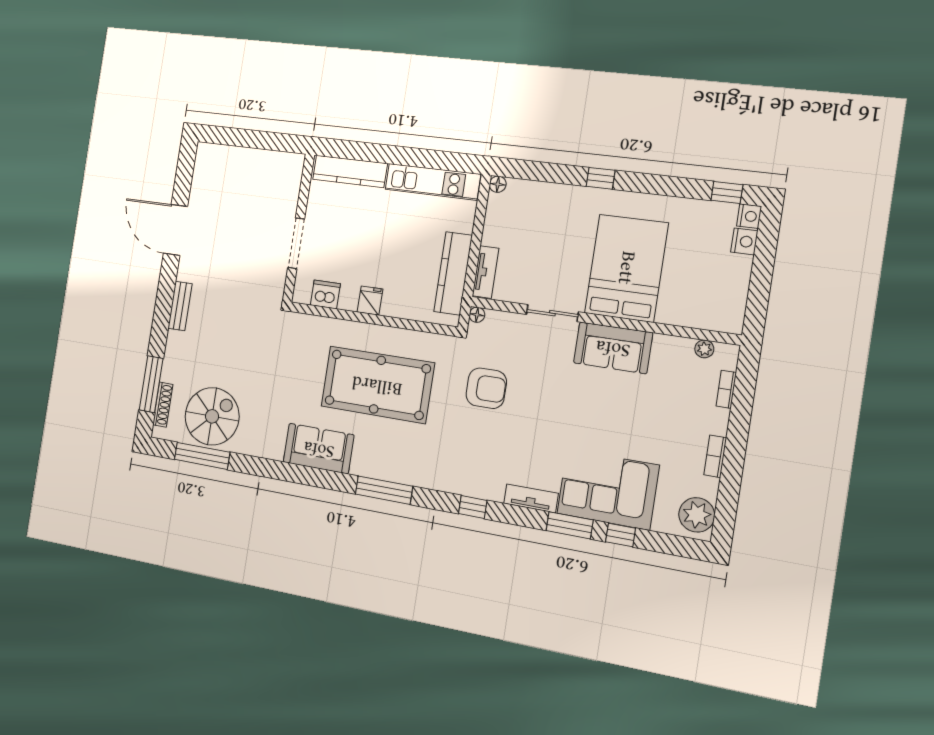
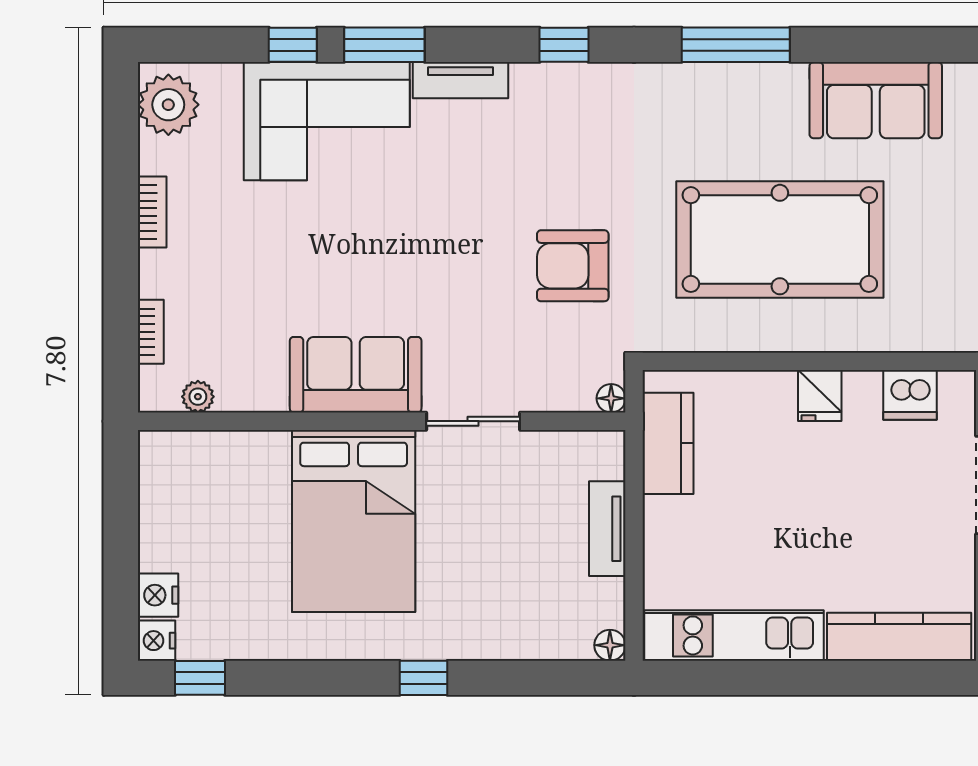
tv unit: (486, 272) -> (607, 529), moved
kitchen counter: (453, 273) -> (668, 443), width x0.67

